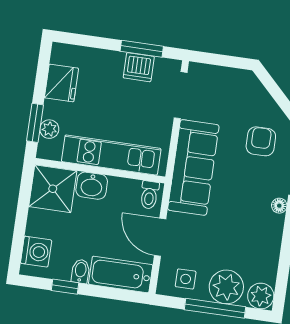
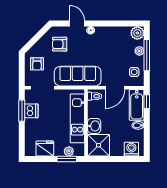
armchair: (229, 91) -> (37, 64), added
window: (65, 287) -> (147, 102), moved
plant: (226, 287) -> (139, 51), width x0.53, depth x0.53

